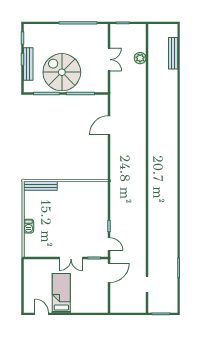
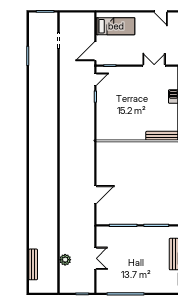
double door: (109, 60) -> (95, 258), swing flipped
spiral stairs: (62, 72) -> (141, 246), removed
door: (109, 244) -> (95, 79), swing flipped
double door: (71, 258) -> (154, 66), moved
bed: (61, 293) -> (116, 26), moved, turned -90

